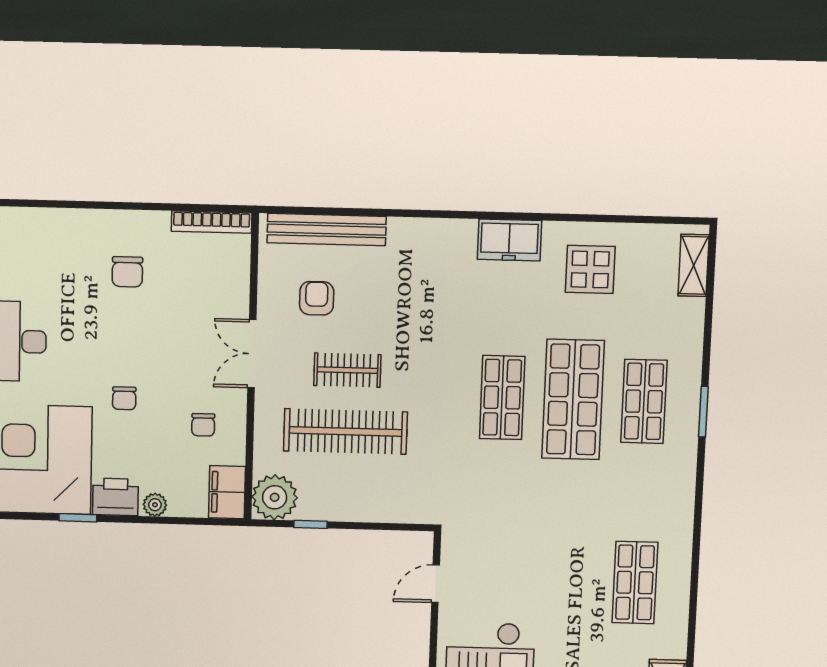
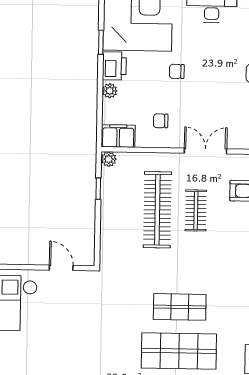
plant: (275, 497) -> (109, 159), width x0.53, depth x0.53

